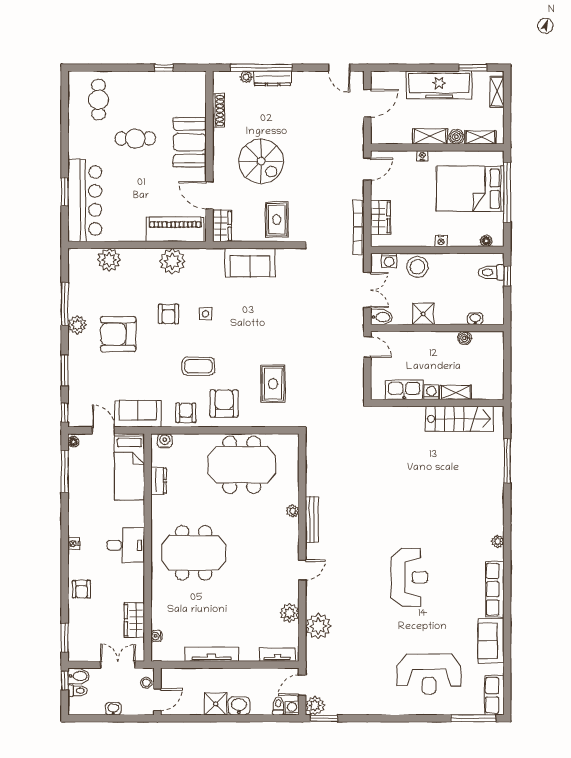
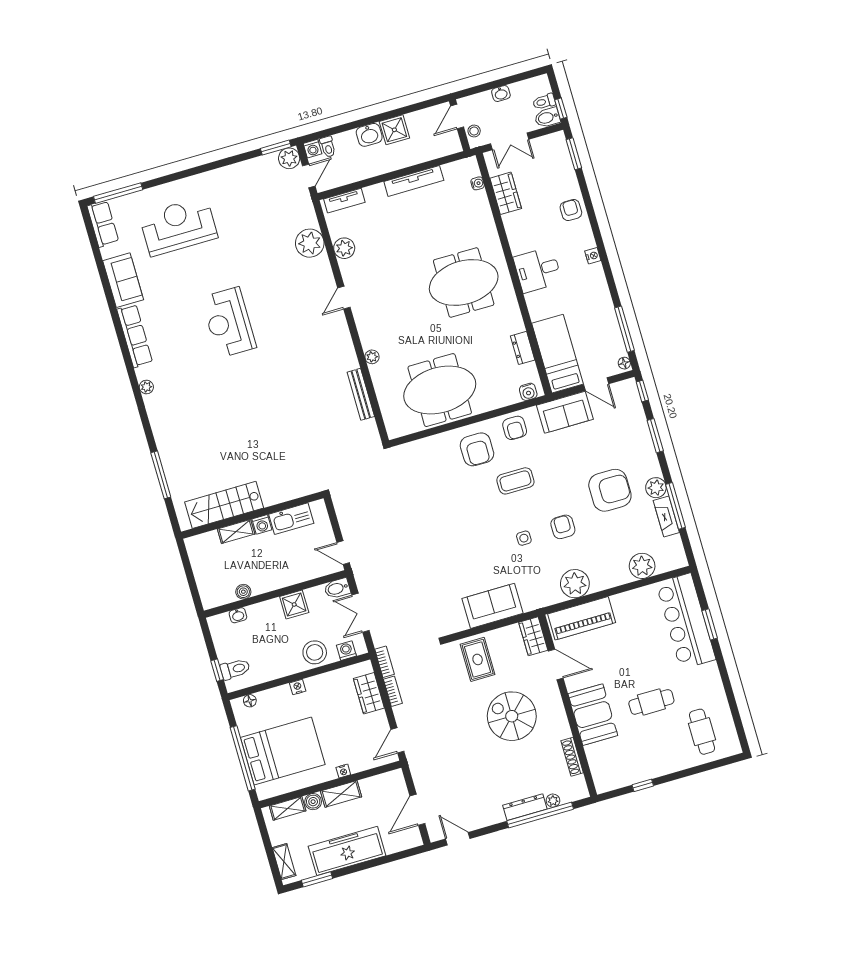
fireplace: (75, 297) -> (666, 517), added
rug: (273, 384) -> (431, 485), removed
bench: (312, 519) -> (361, 394), moved

